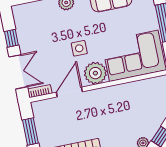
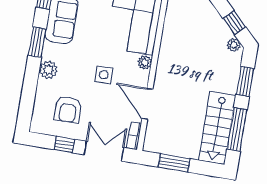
armchair: (40, 30) -> (68, 110), added
plant: (95, 73) -> (145, 62), width x0.53, depth x0.53

